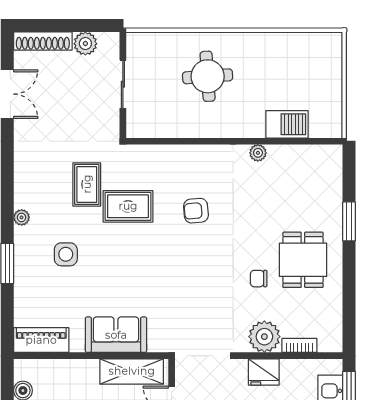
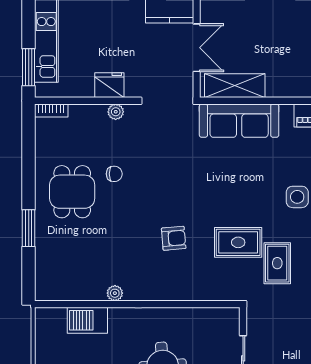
sofa: (116, 335) -> (239, 121), width x1.36
plant: (264, 337) -> (116, 112), width x0.53, depth x0.53
bookcase: (299, 345) -> (51, 110), moved

